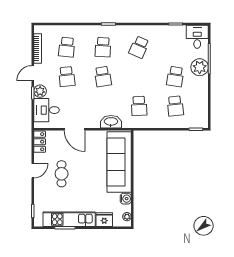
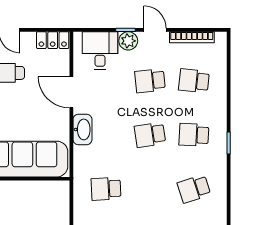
school desk: (139, 47) -> (194, 189), turned -42
washbasin: (111, 122) -> (82, 129), moved
door: (74, 129) -> (71, 92), hinge flipped

